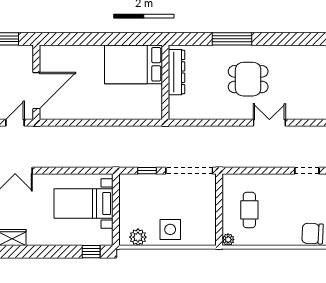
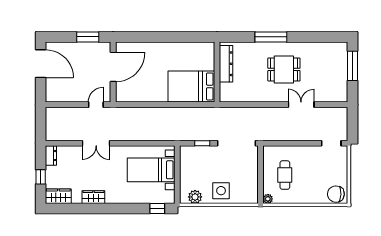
bed: (133, 64) -> (191, 86), moved
door: (36, 91) -> (113, 67), moved

